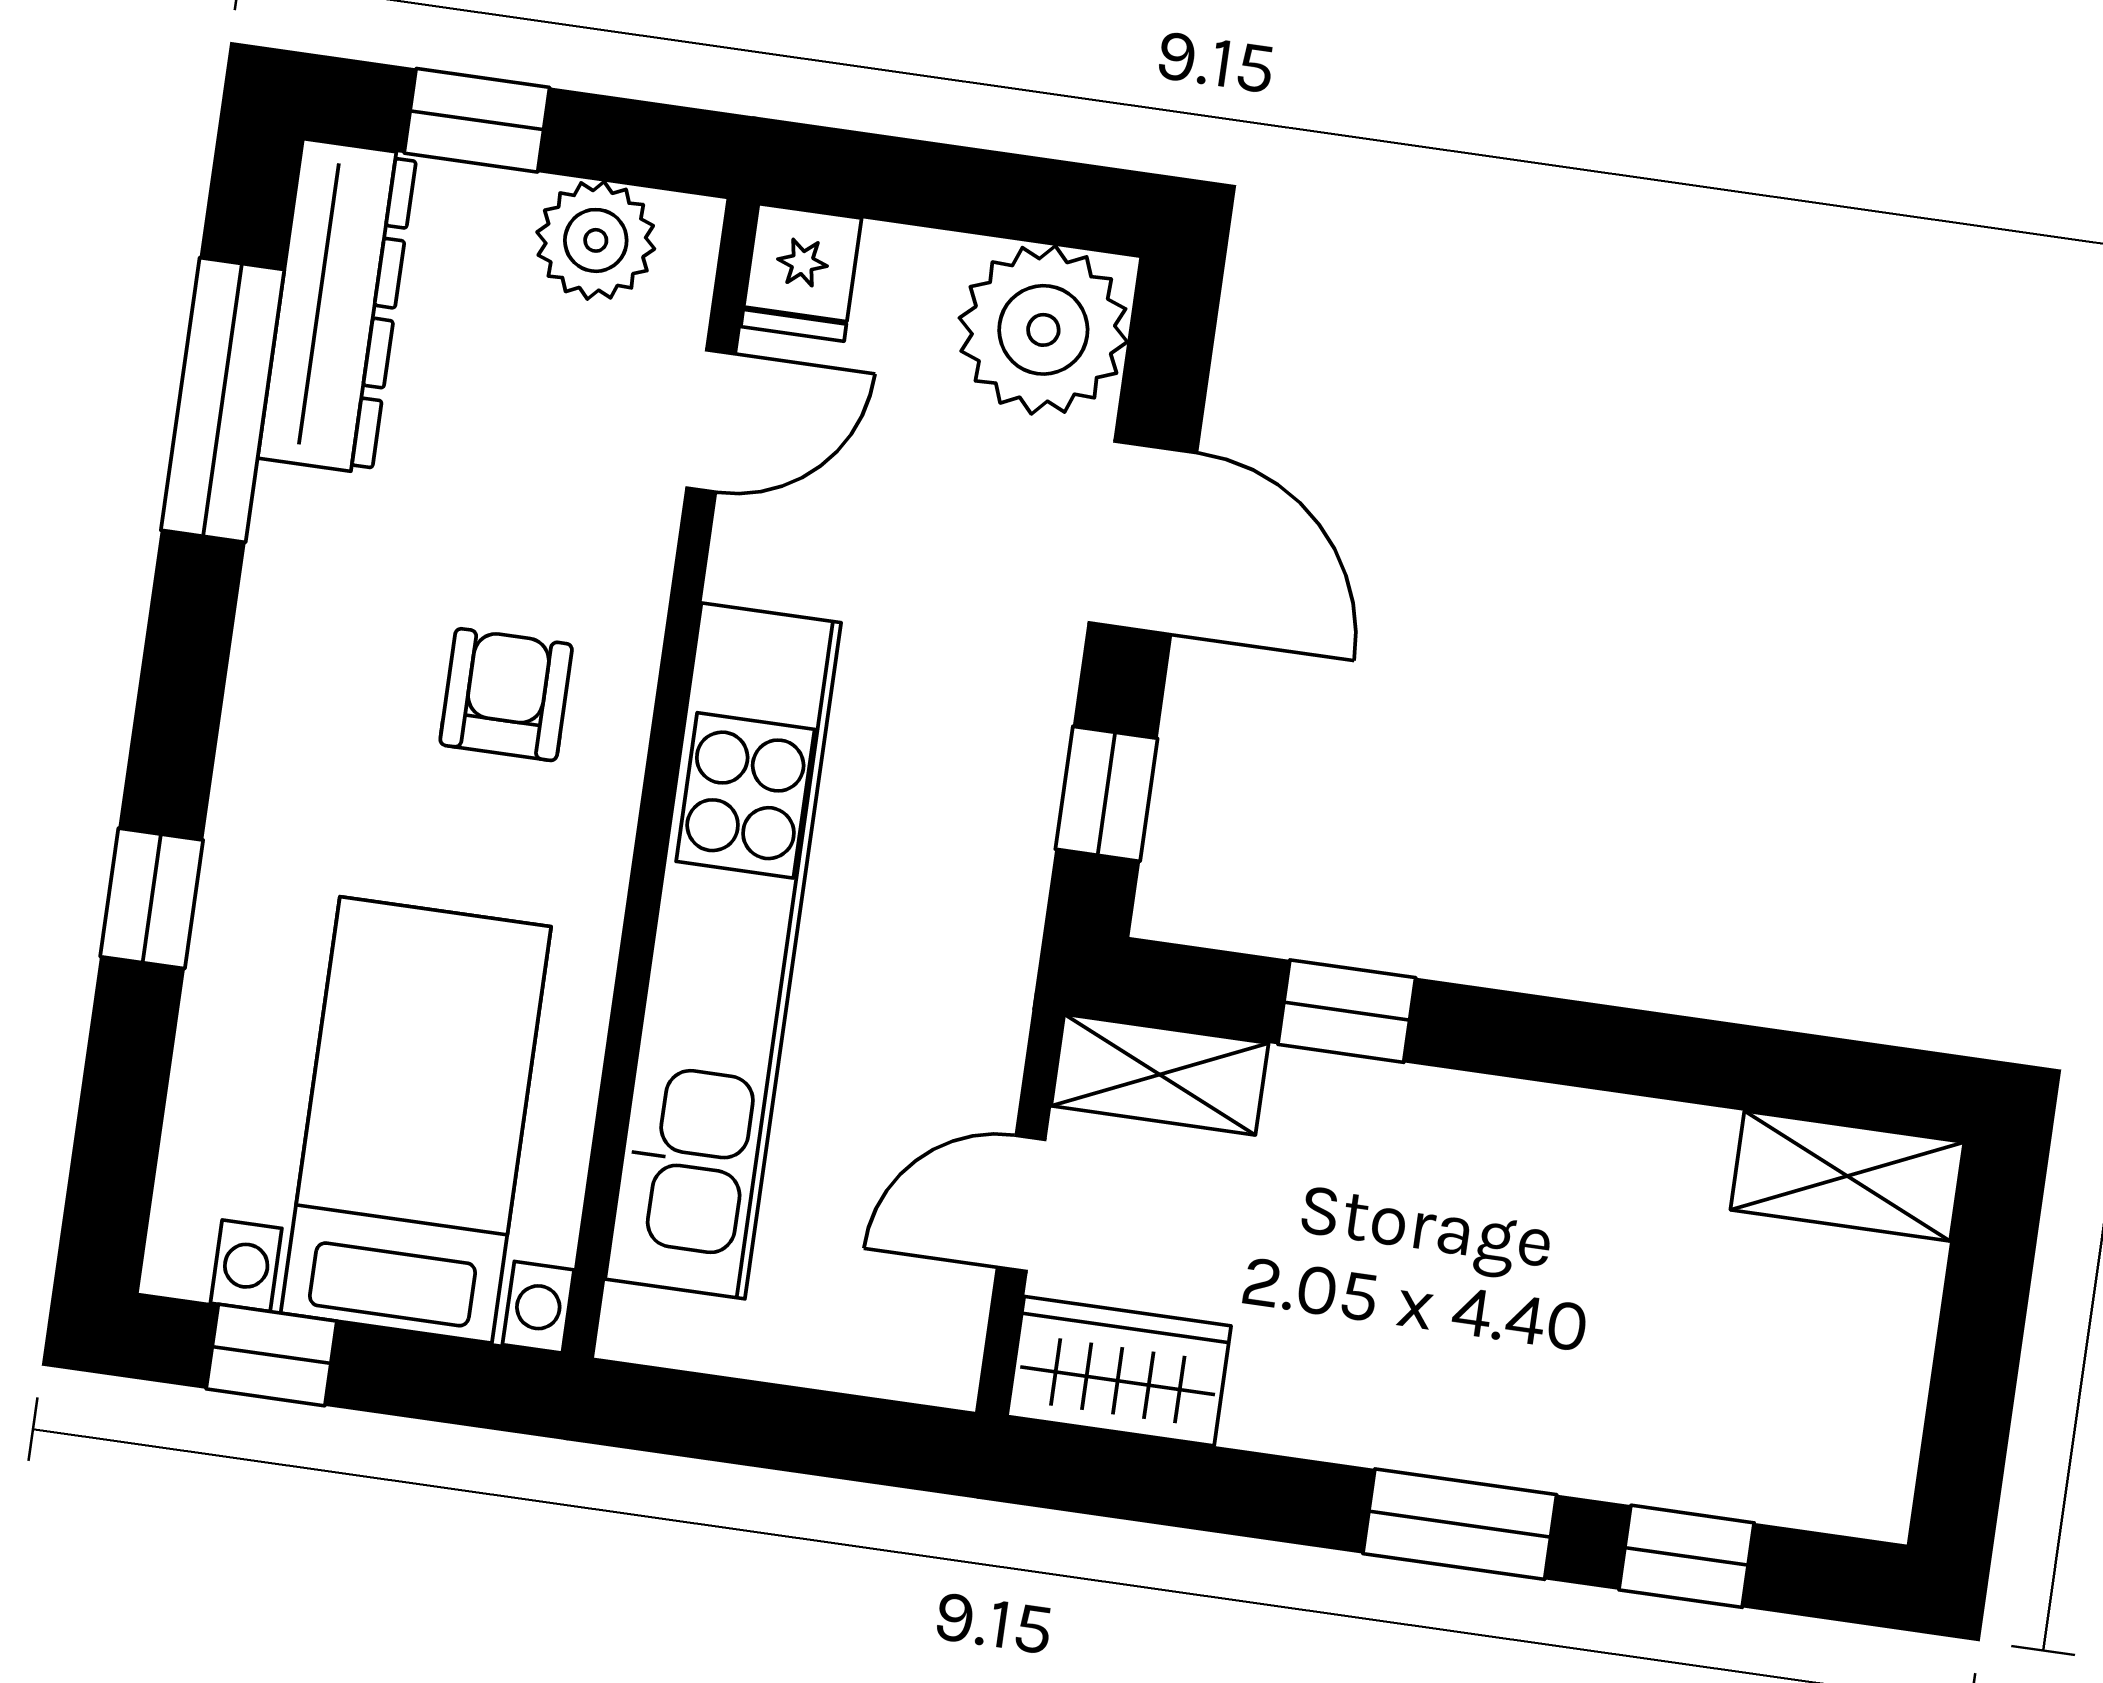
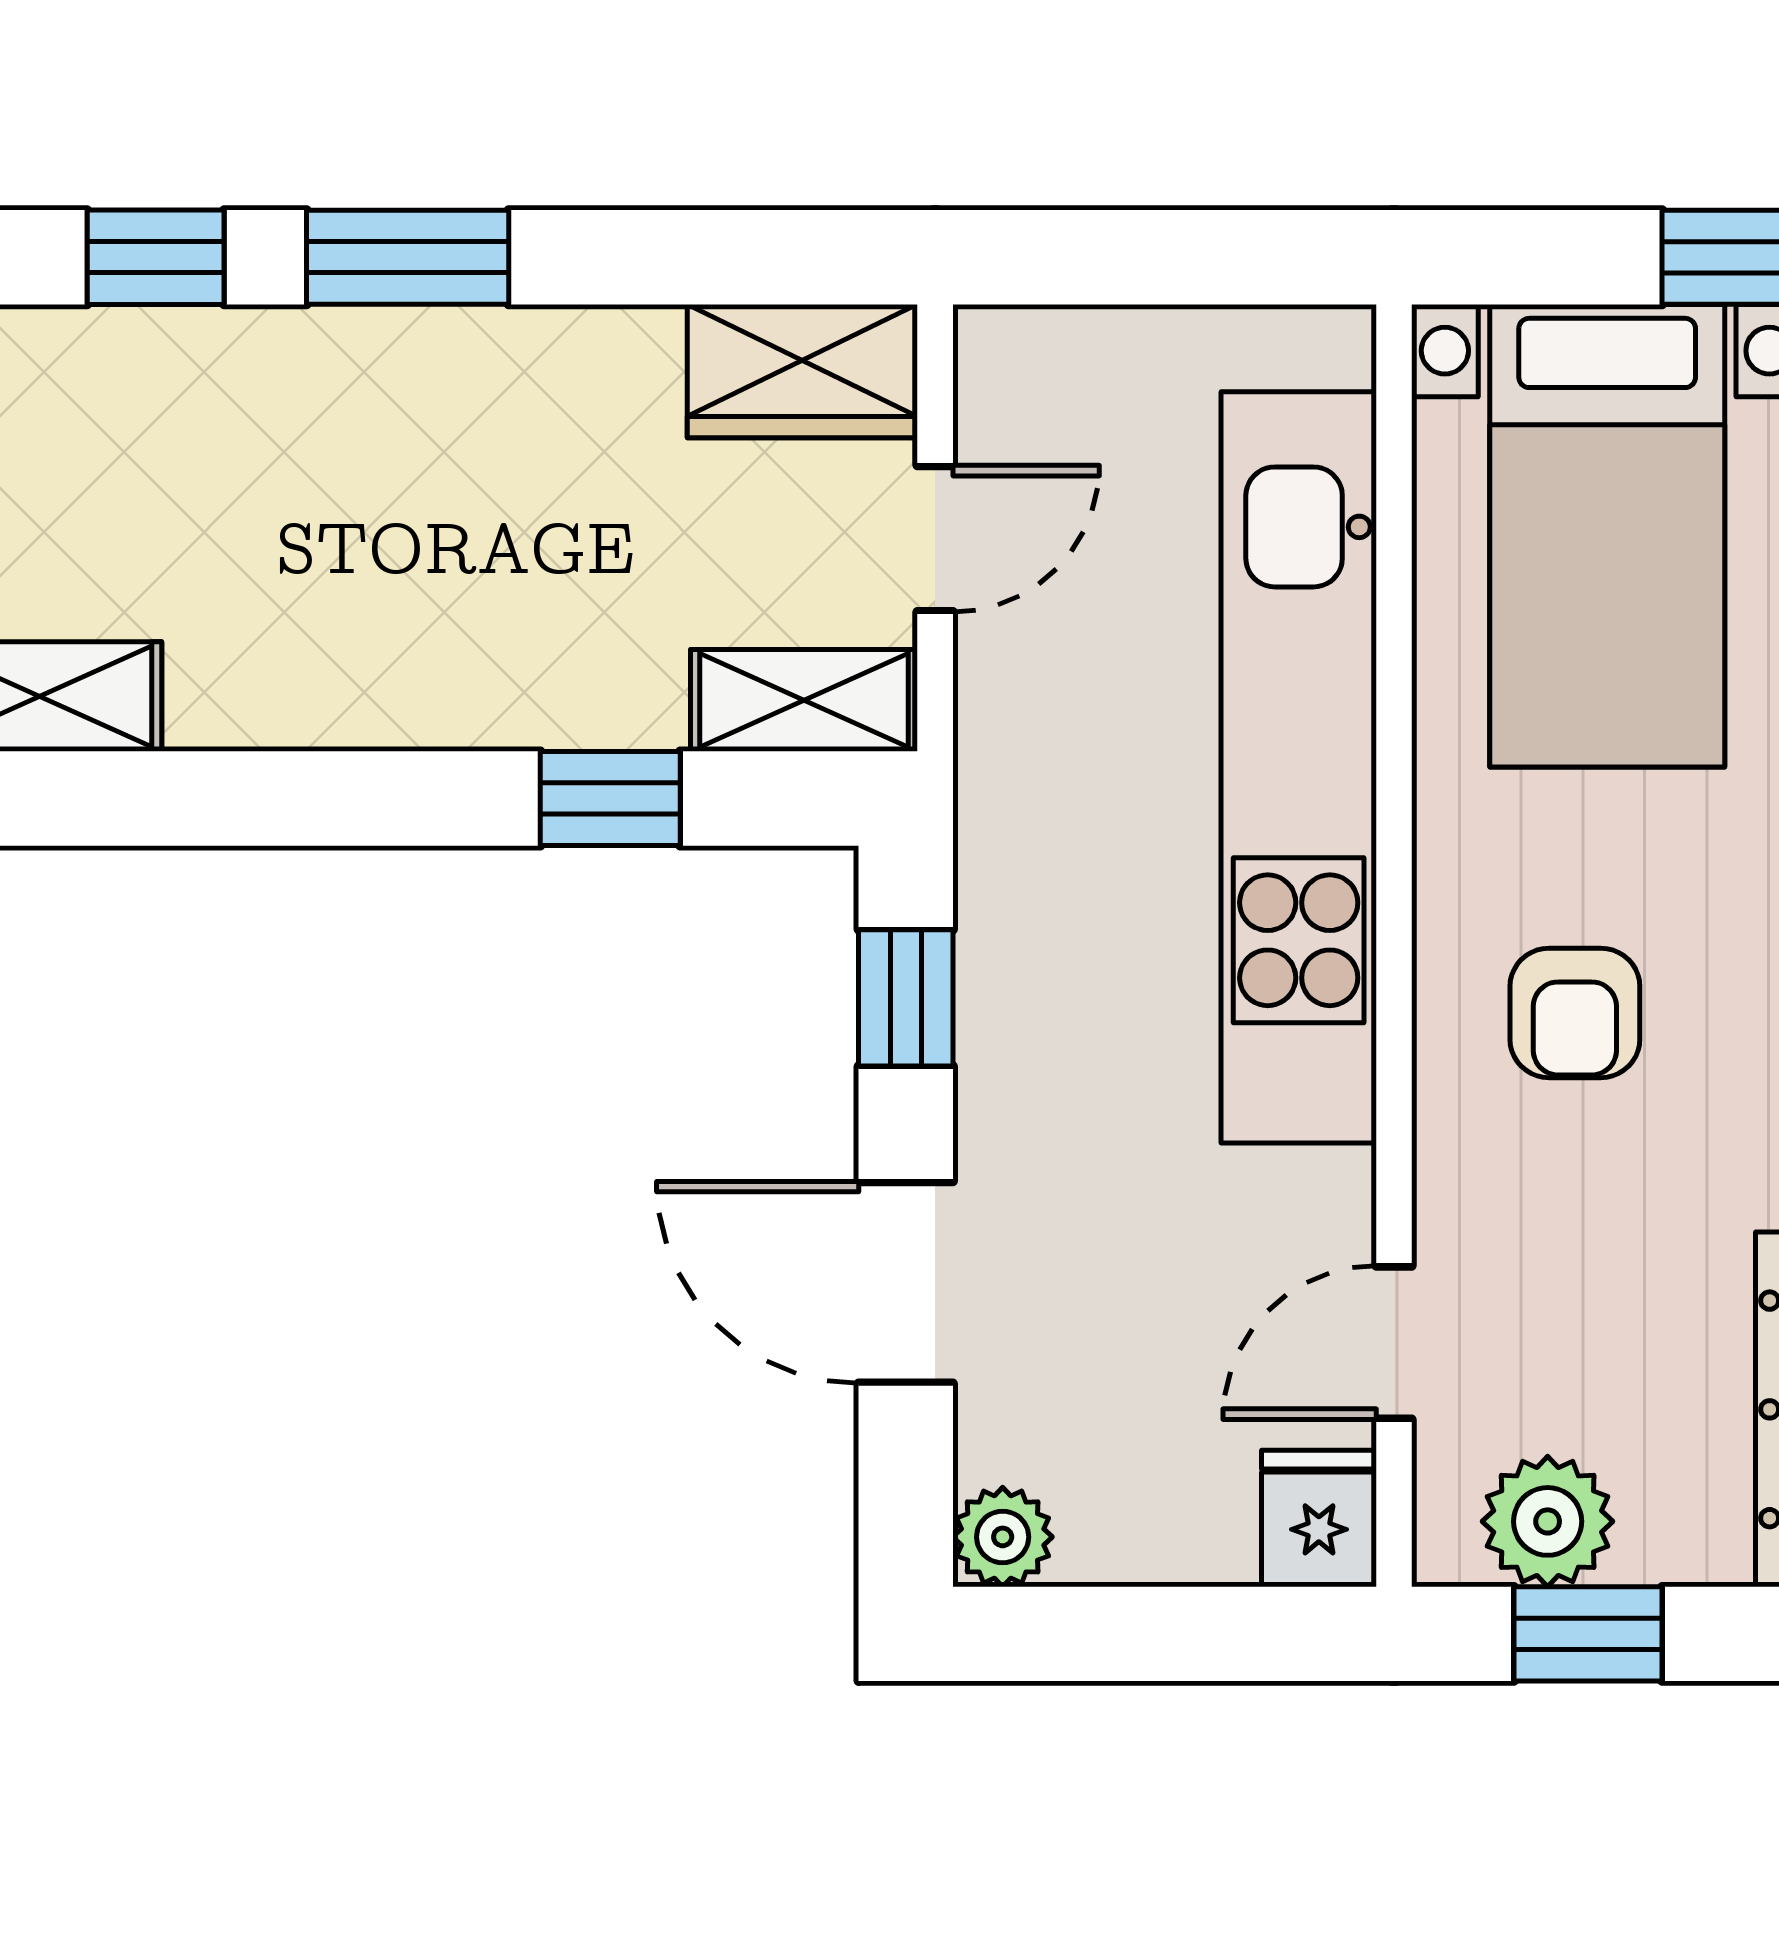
window: (477, 120) -> (1588, 1634), moved
plant: (1043, 330) -> (1003, 1537), width x0.53, depth x0.53

